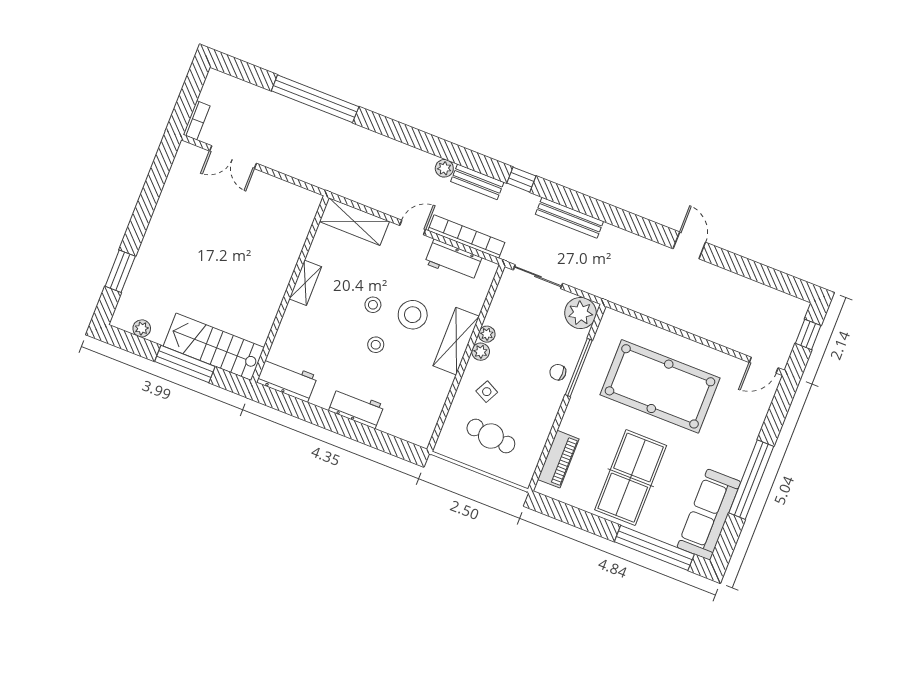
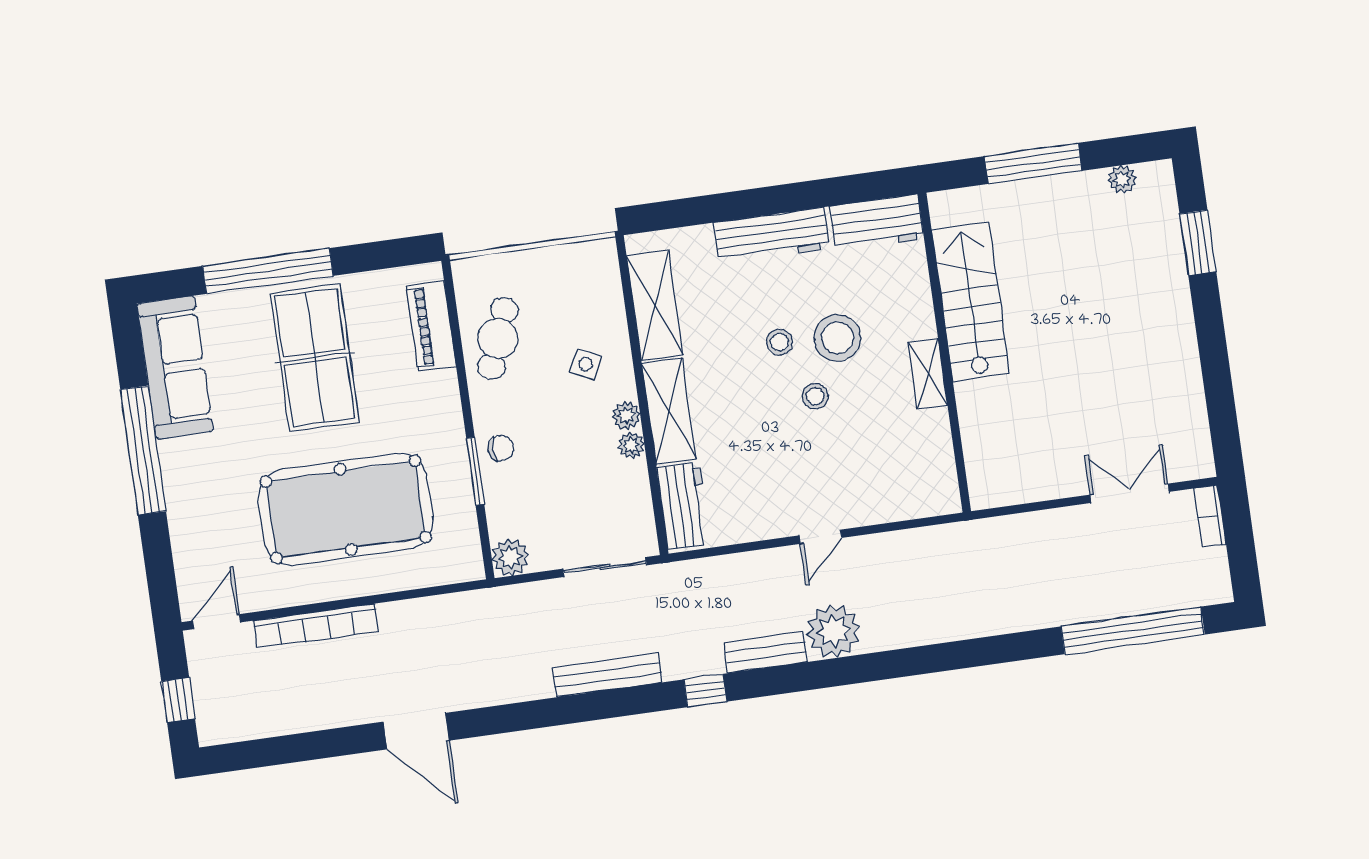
window: (315, 99) -> (1133, 630), moved
plant: (444, 168) -> (834, 631), width x1.87, depth x1.87
shelving: (354, 221) -> (655, 305), moved, turned 90
bookcase: (466, 237) -> (316, 626), moved
door: (689, 245) -> (416, 731), width x1.37
workbench: (453, 260) -> (683, 506), moved, turned 90
plant: (580, 313) -> (510, 557), width x0.73, depth x0.73
stool: (413, 315) -> (838, 338), moved
stairs: (214, 347) -> (971, 302), moved, turned -90
window: (579, 368) -> (475, 471), width x0.69
workbench: (356, 408) -> (772, 236), width x1.38
cafe table: (491, 436) -> (498, 338), moved, turned -76
window: (654, 548) -> (268, 271), moved

